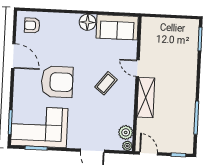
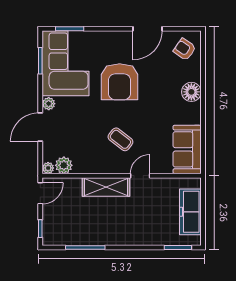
floor lamp: (88, 22) -> (191, 92), moved
armchair: (32, 25) -> (185, 49), turned -55
freezer: (170, 27) -> (190, 212), added
plant: (73, 143) -> (49, 104), added

